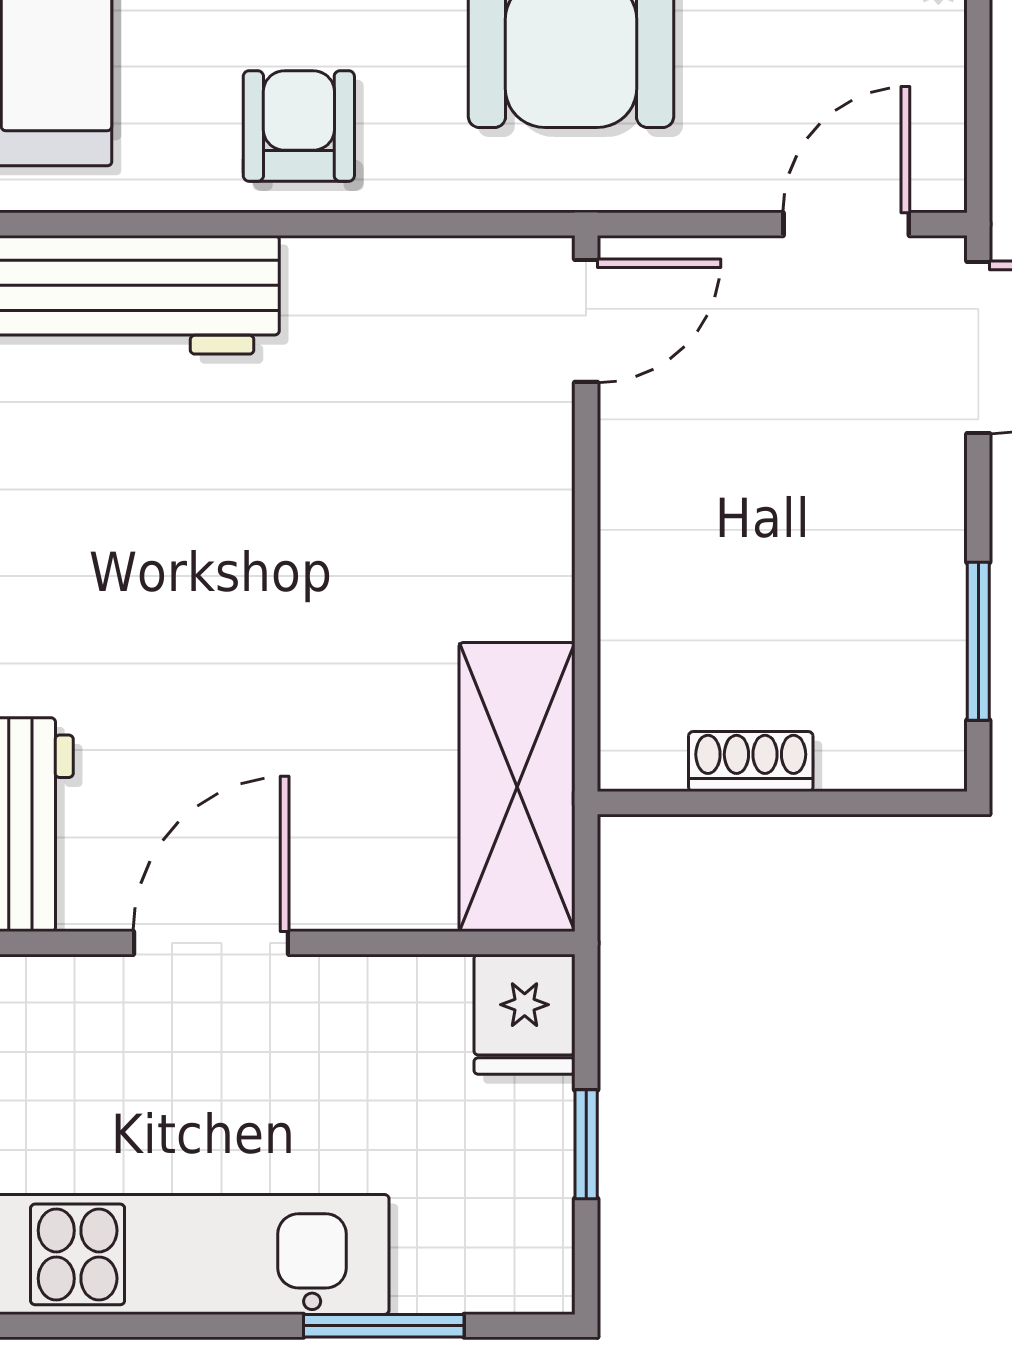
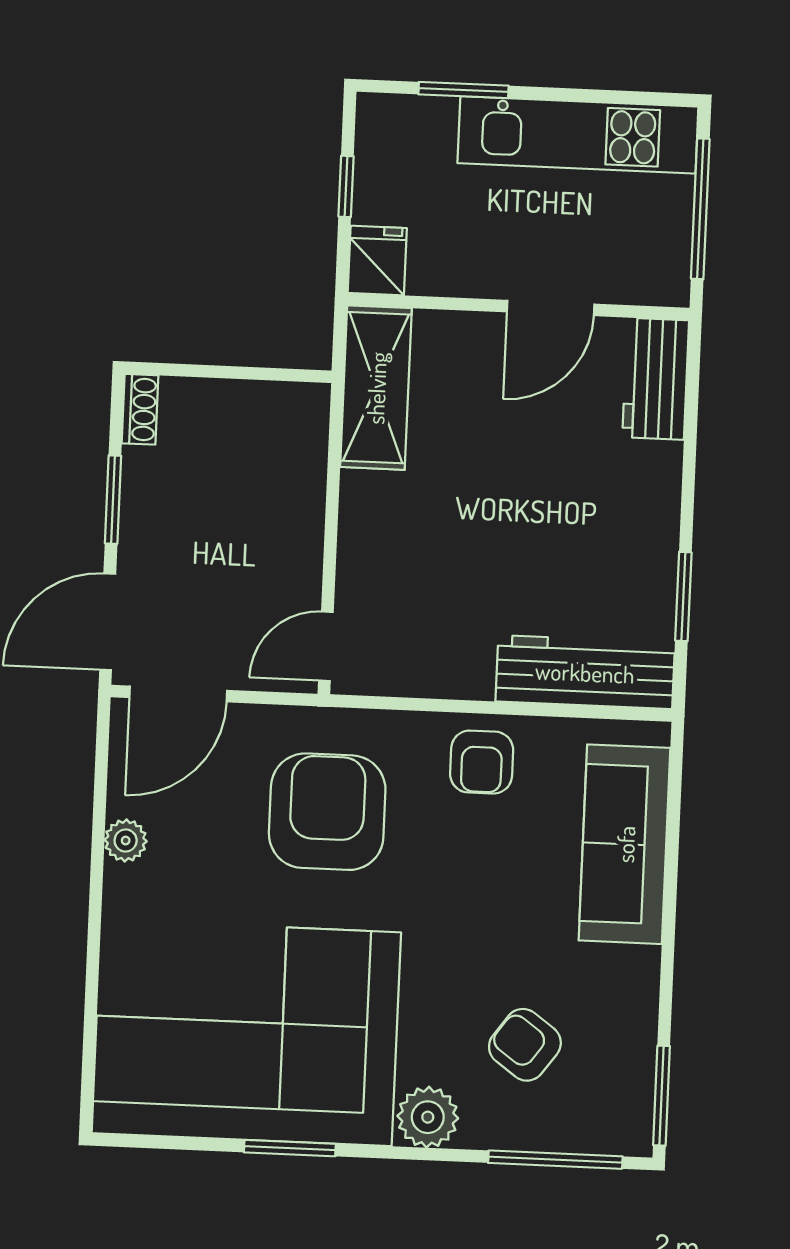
door: (846, 224) -> (178, 694), width x1.38
window: (978, 641) -> (113, 500), moved
shoe rack: (751, 762) -> (140, 409), moved, turned -90

